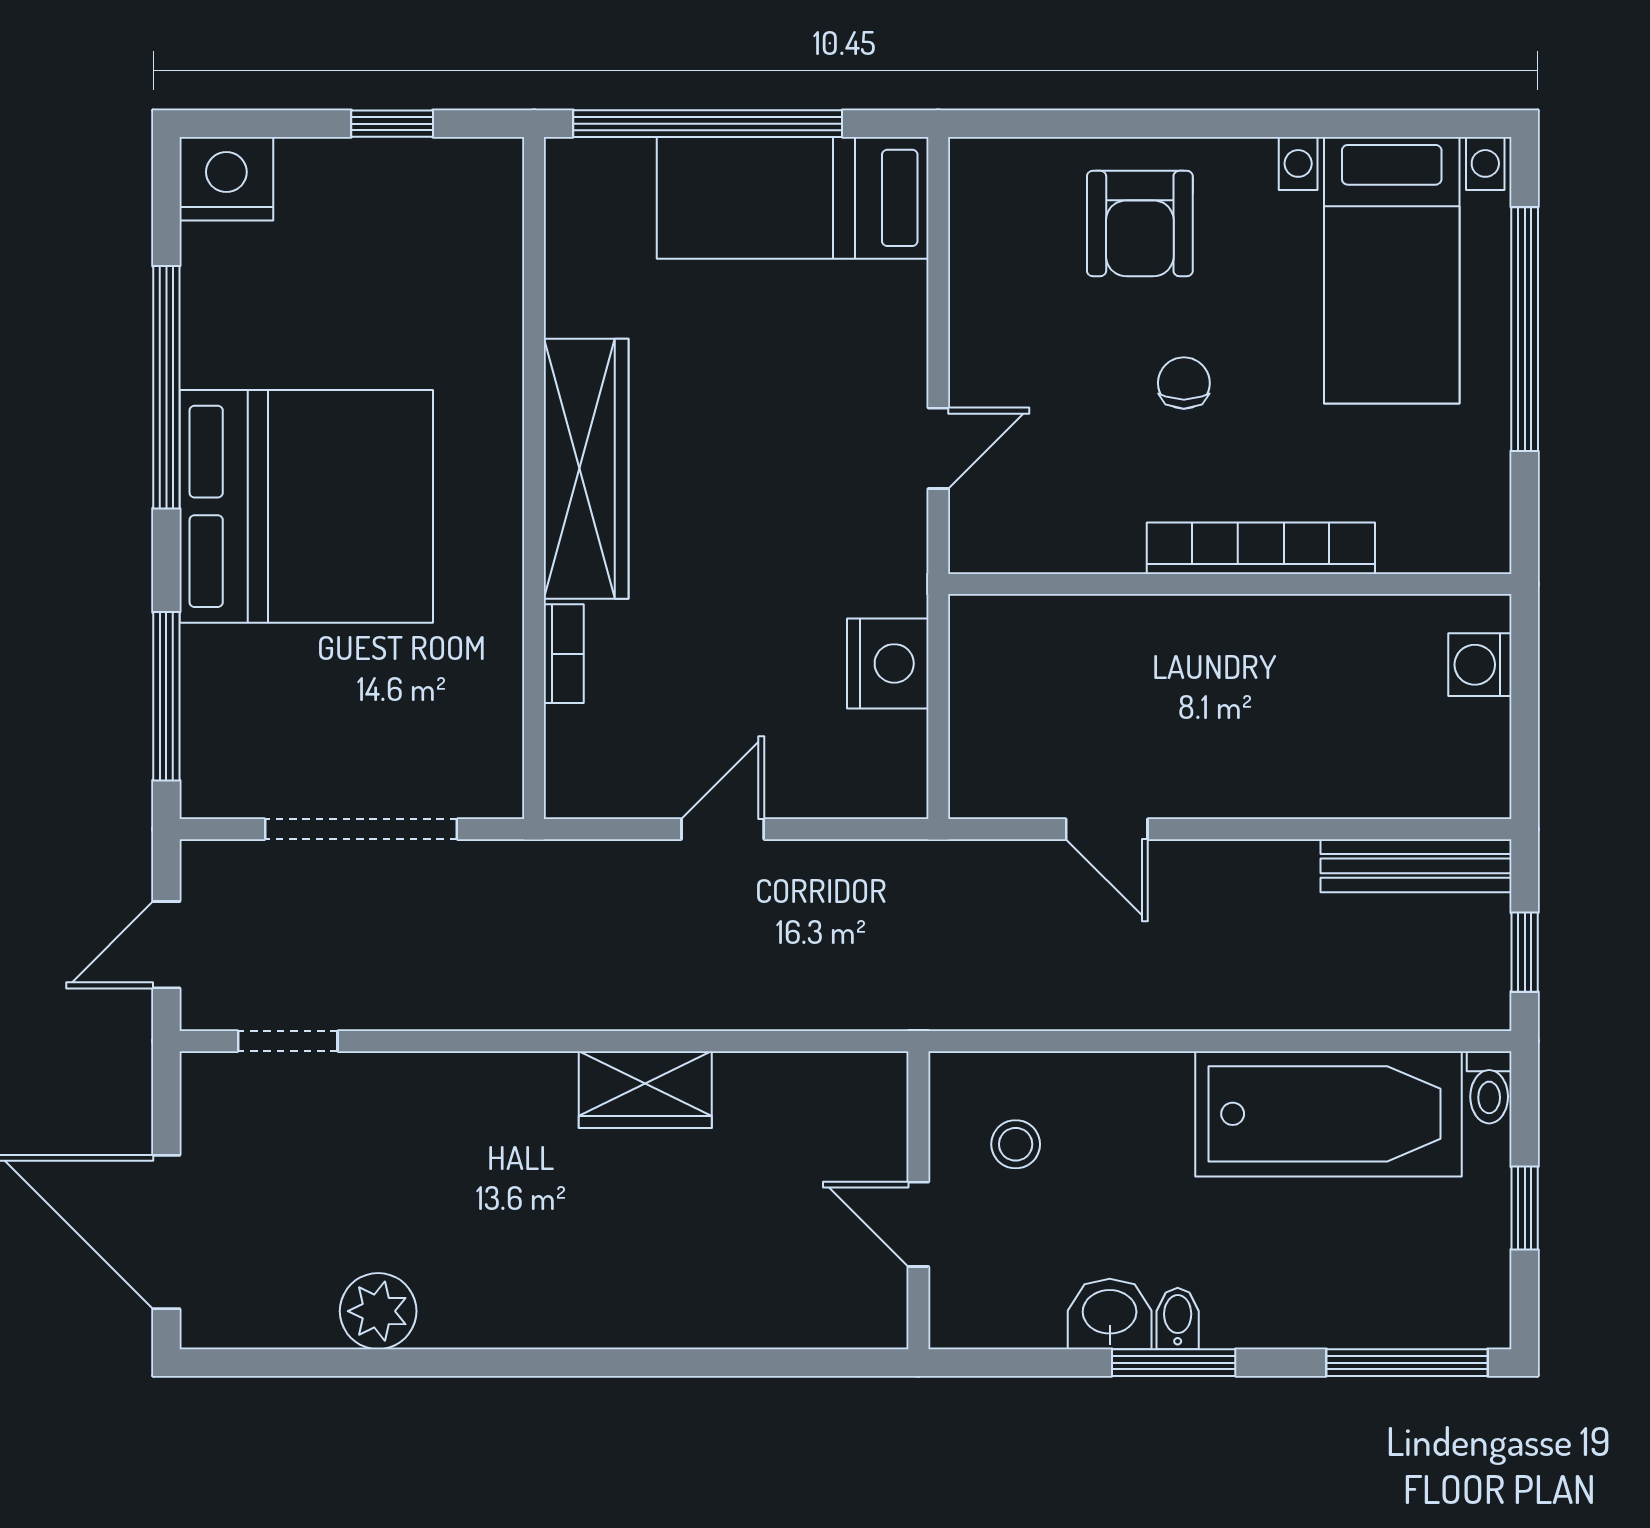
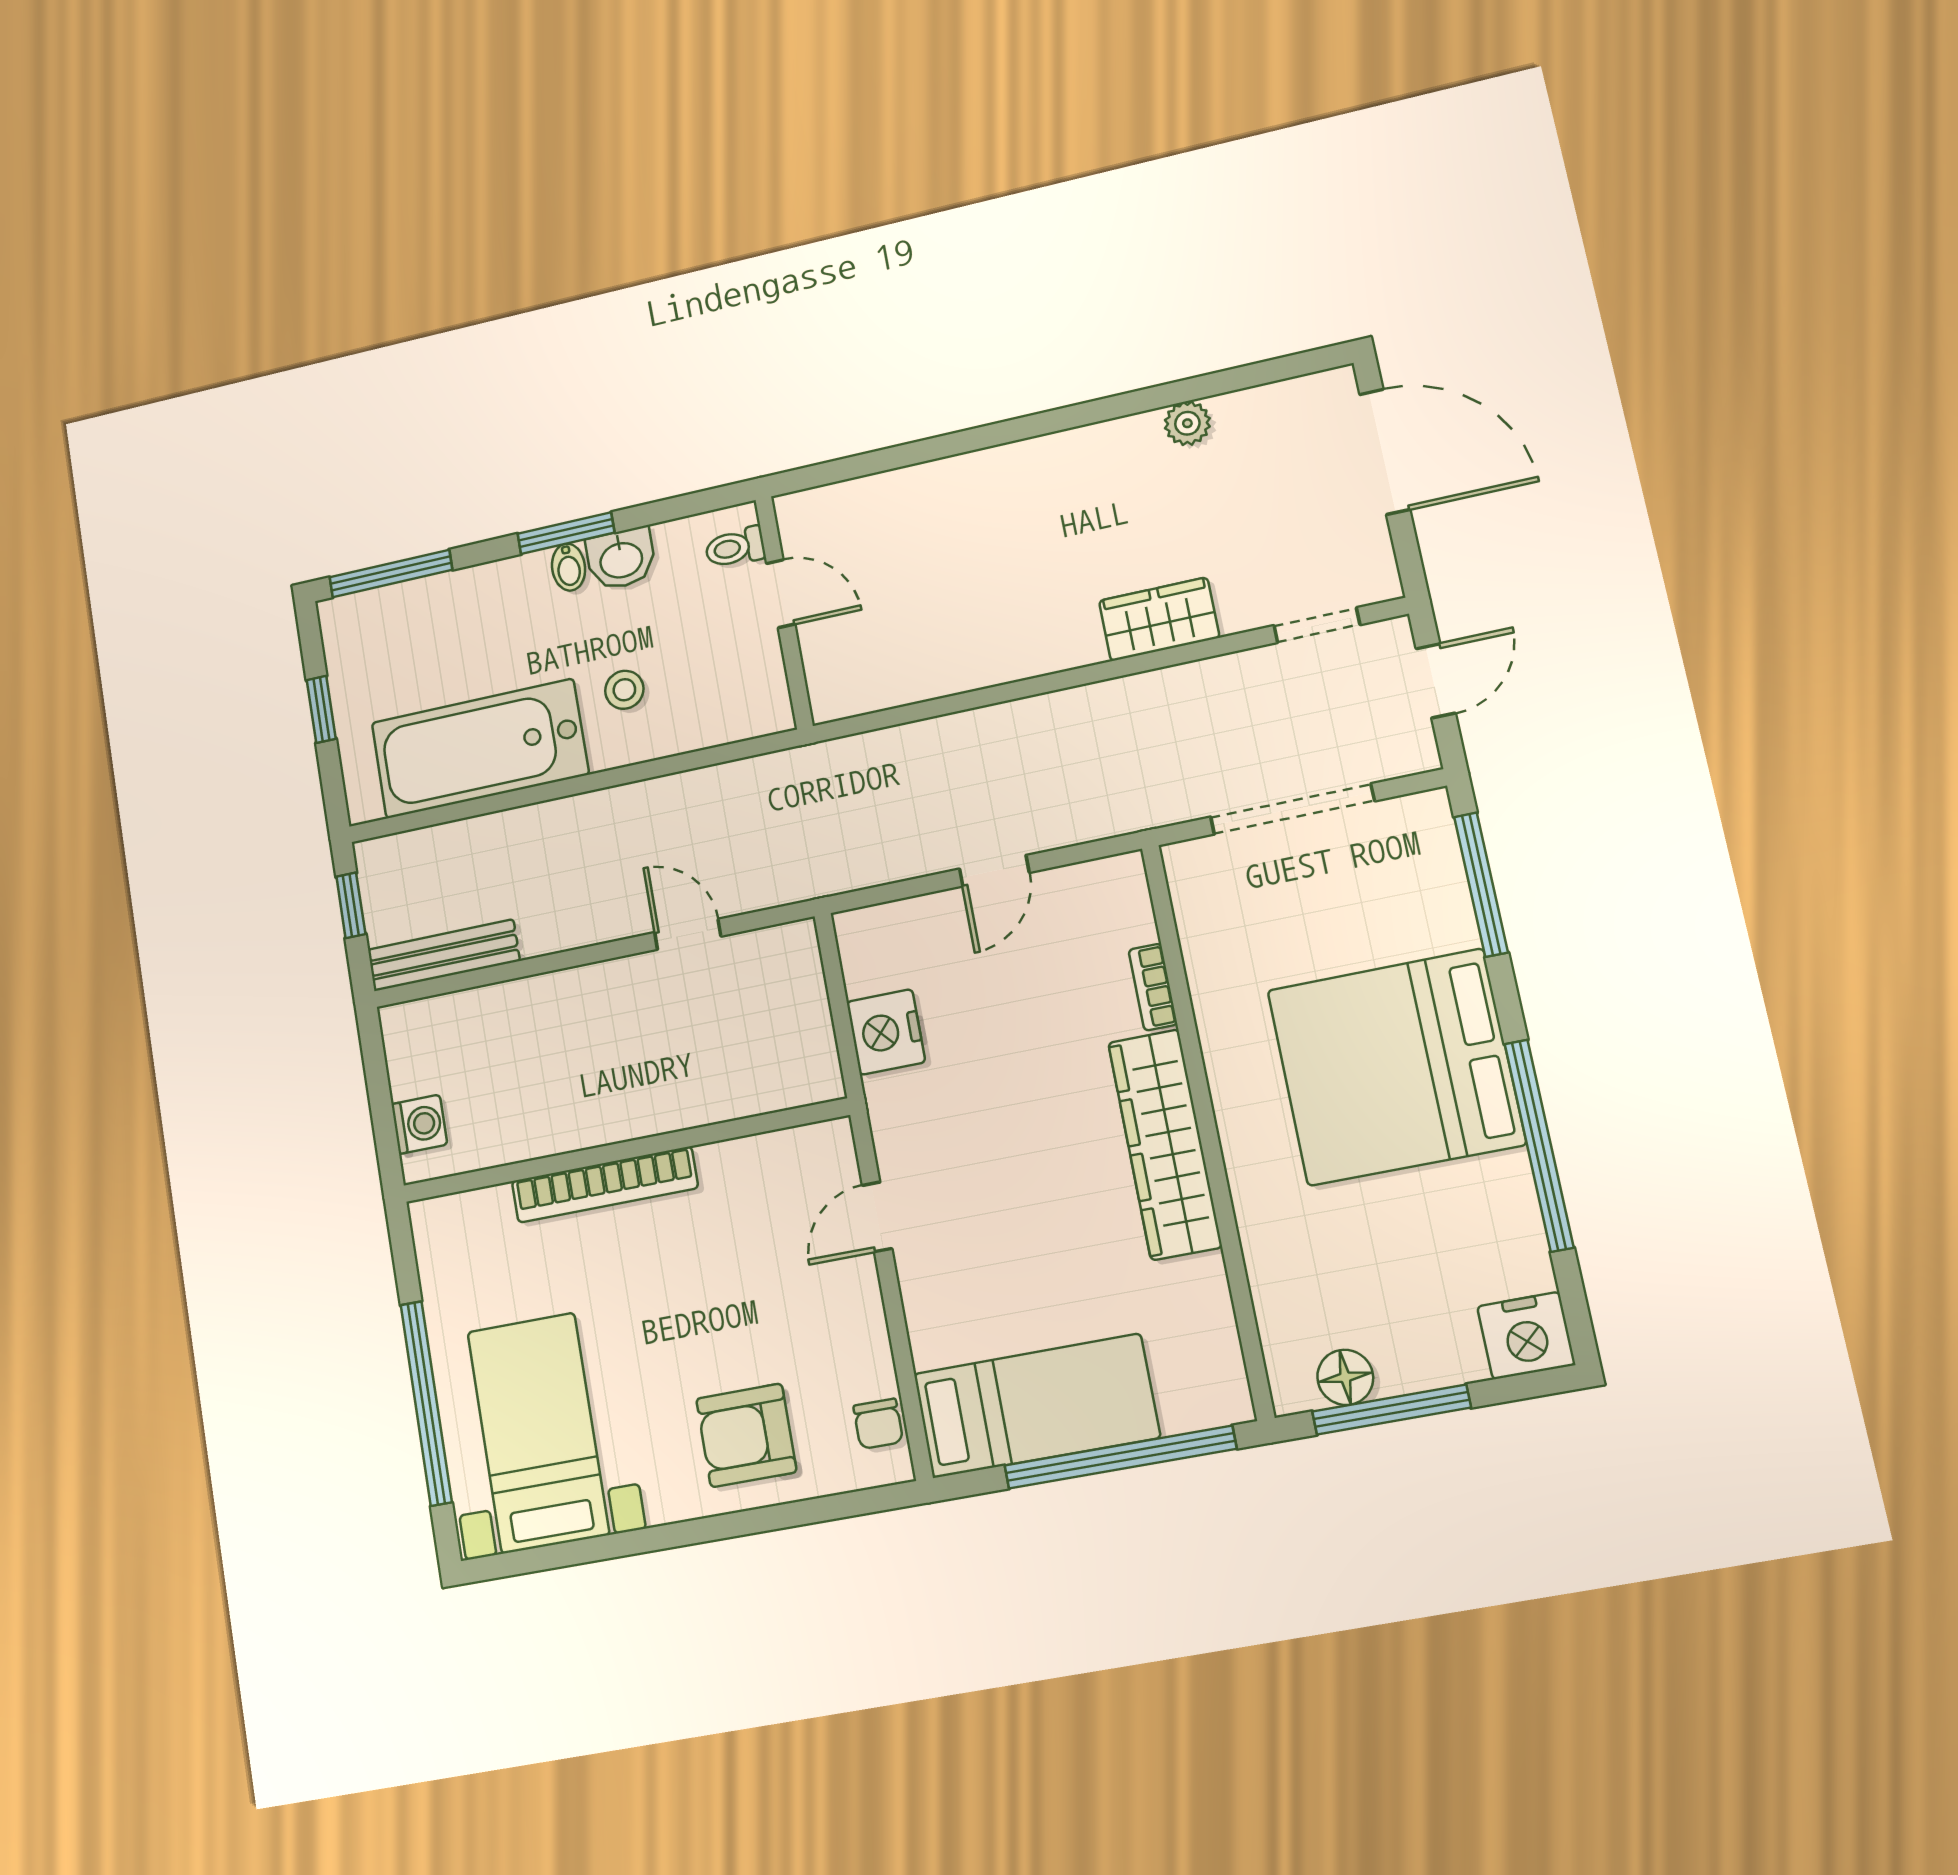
window: (392, 124) -> (1391, 1410), width x2.17
floor lamp: (436, 168) -> (1345, 1377), added
armchair: (1140, 223) -> (746, 1435), turned -90
chair: (1184, 383) -> (878, 1424), moved
toilet: (1489, 1087) -> (735, 547), moved, turned -90
wardrobe: (645, 1090) -> (1159, 619), moved
stool: (1016, 1144) -> (624, 690), moved
plant: (378, 1311) -> (1187, 423), width x0.73, depth x0.73

